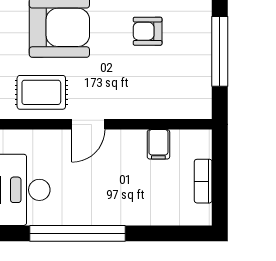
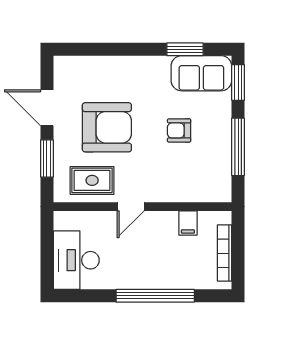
bookcase: (203, 181) -> (225, 253), width x1.56
window: (78, 233) -> (155, 296), moved

